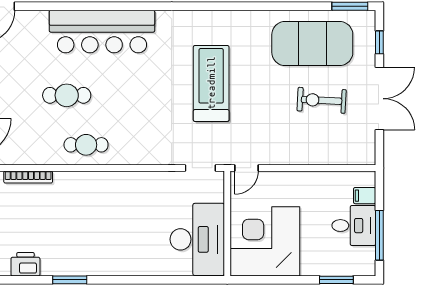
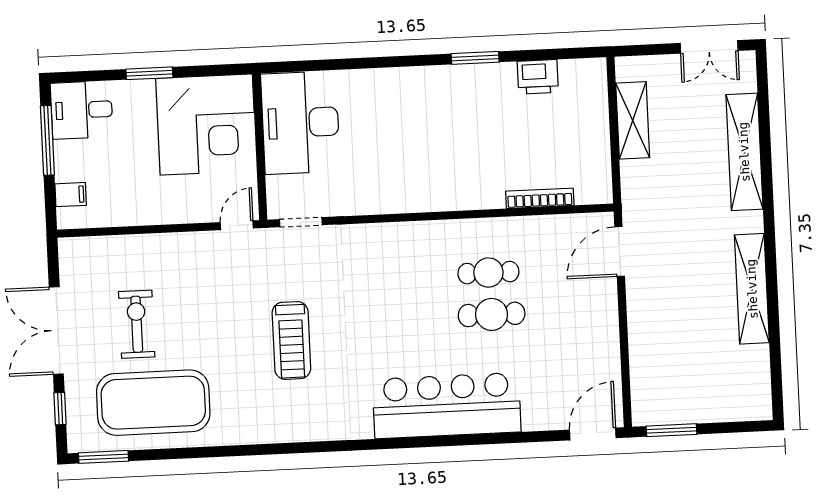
treadmill: (211, 83) -> (291, 340), width x0.73, depth x0.73
exercise bike: (322, 100) -> (137, 324), turned -93
cafe table: (86, 145) -> (488, 273), moved
desk: (354, 226) -> (82, 110), moved
window: (336, 280) -> (149, 73), moved

